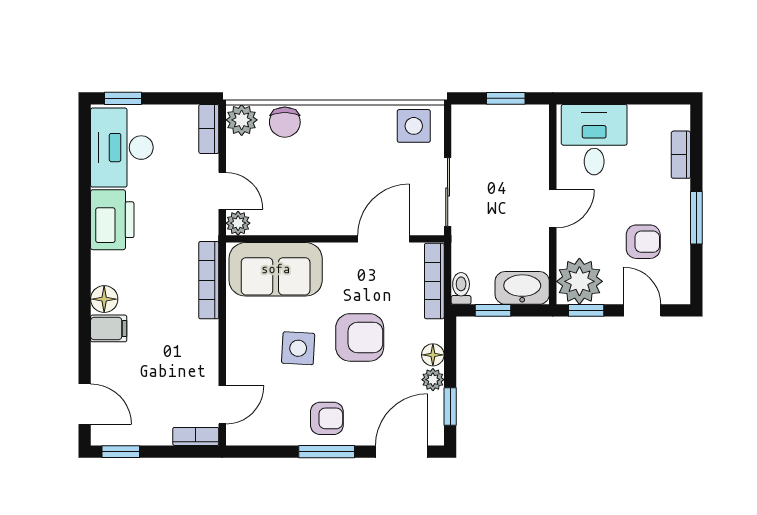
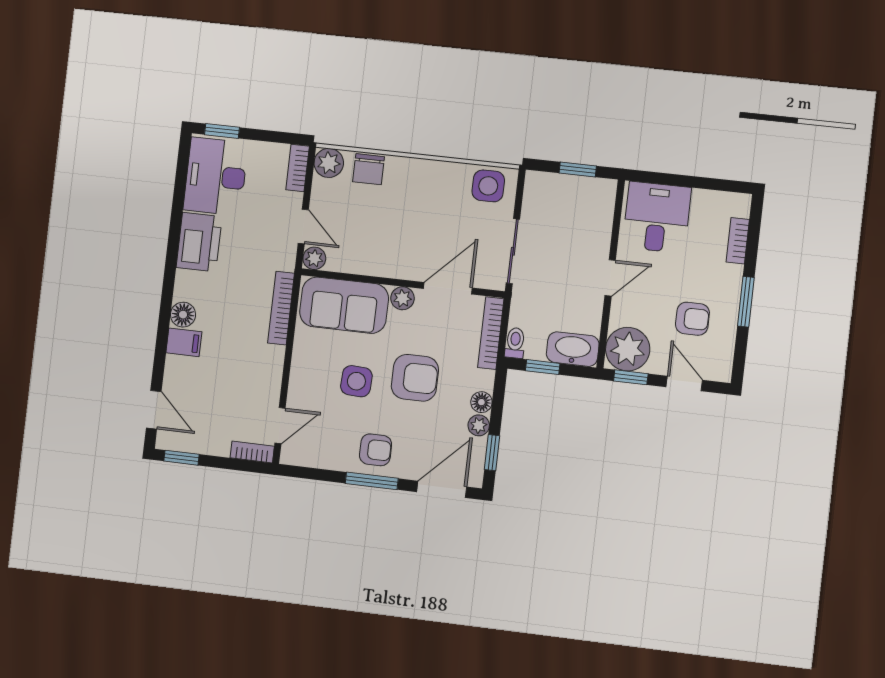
plant: (337, 255) -> (402, 298), added

